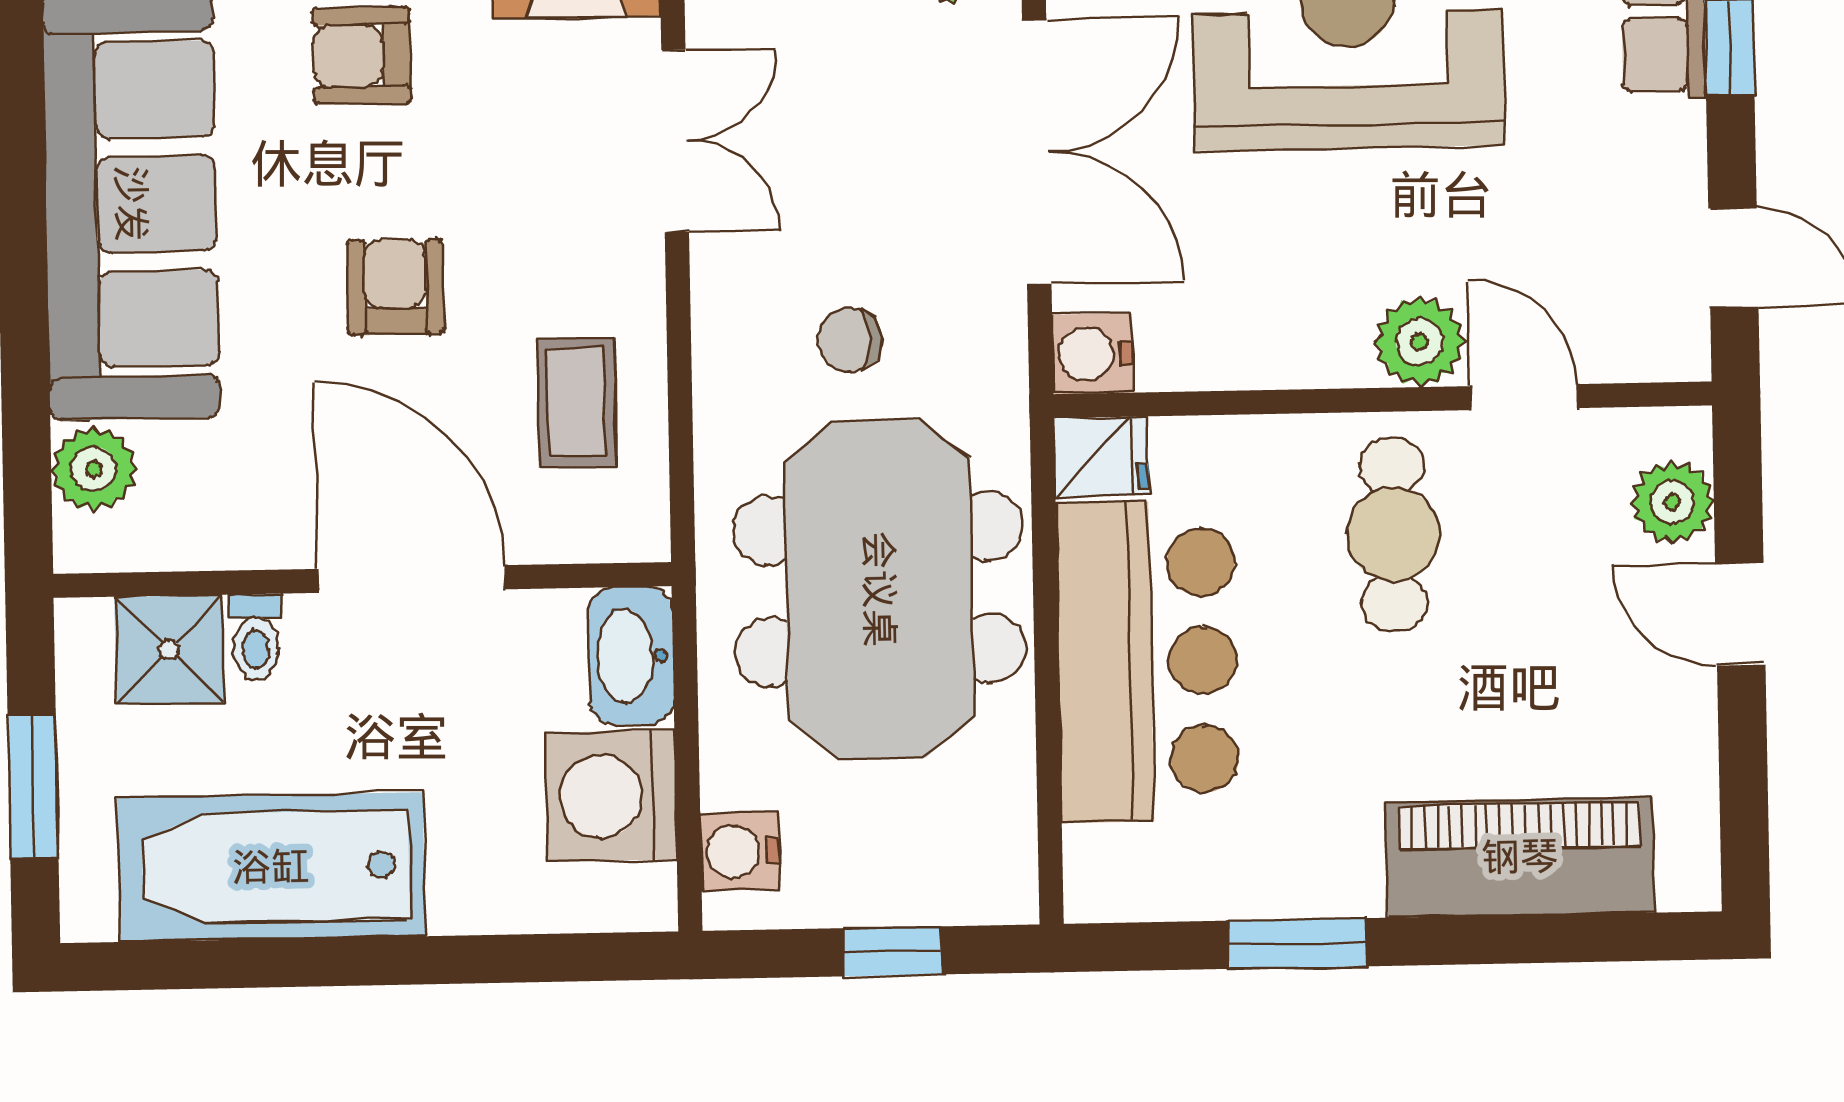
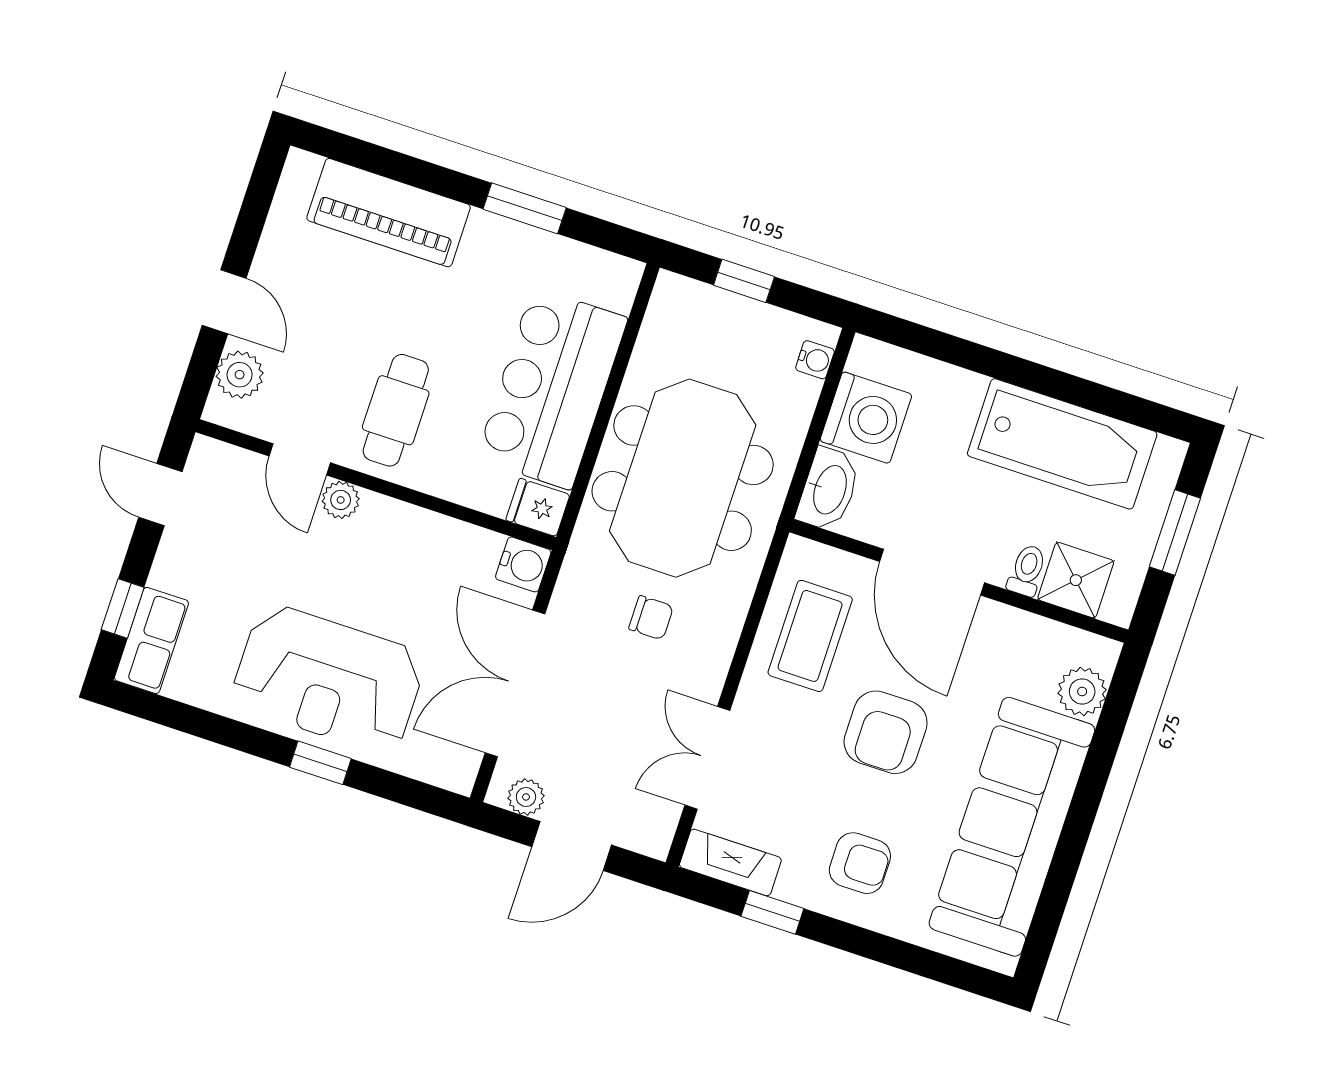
armchair: (395, 287) -> (886, 732), width x1.38, depth x1.38
plant: (1420, 342) -> (341, 500), width x0.73, depth x0.73
coffee table: (576, 402) -> (810, 636), width x1.36, depth x1.30
water cooler: (740, 851) -> (815, 360), width x0.72, depth x0.72

